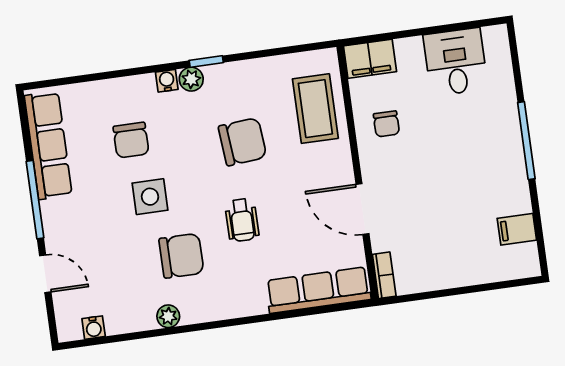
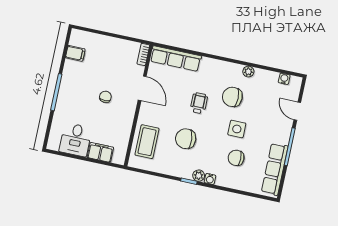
filing cabinet: (370, 59) -> (100, 152), moved
chair: (386, 124) -> (105, 97), moved
chair: (131, 140) -> (236, 158), turned -90

